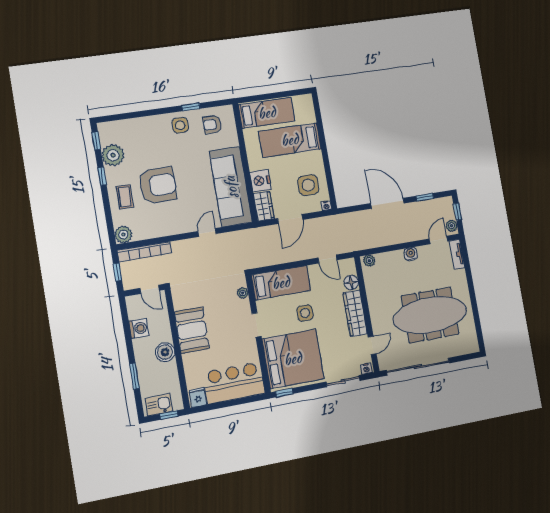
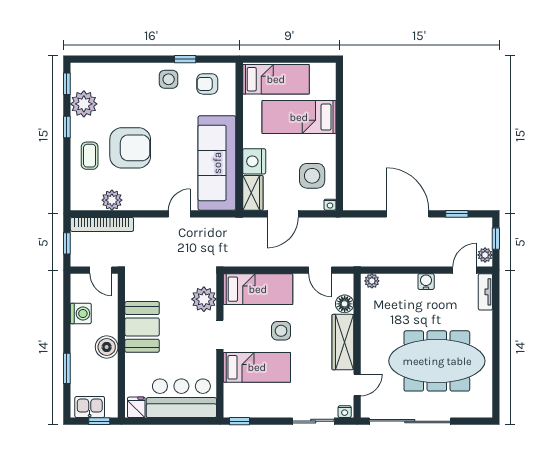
plant: (123, 234) -> (112, 200), moved
plant: (243, 293) -> (204, 299), width x1.87, depth x1.87
bed: (293, 359) -> (257, 367), width x0.49

